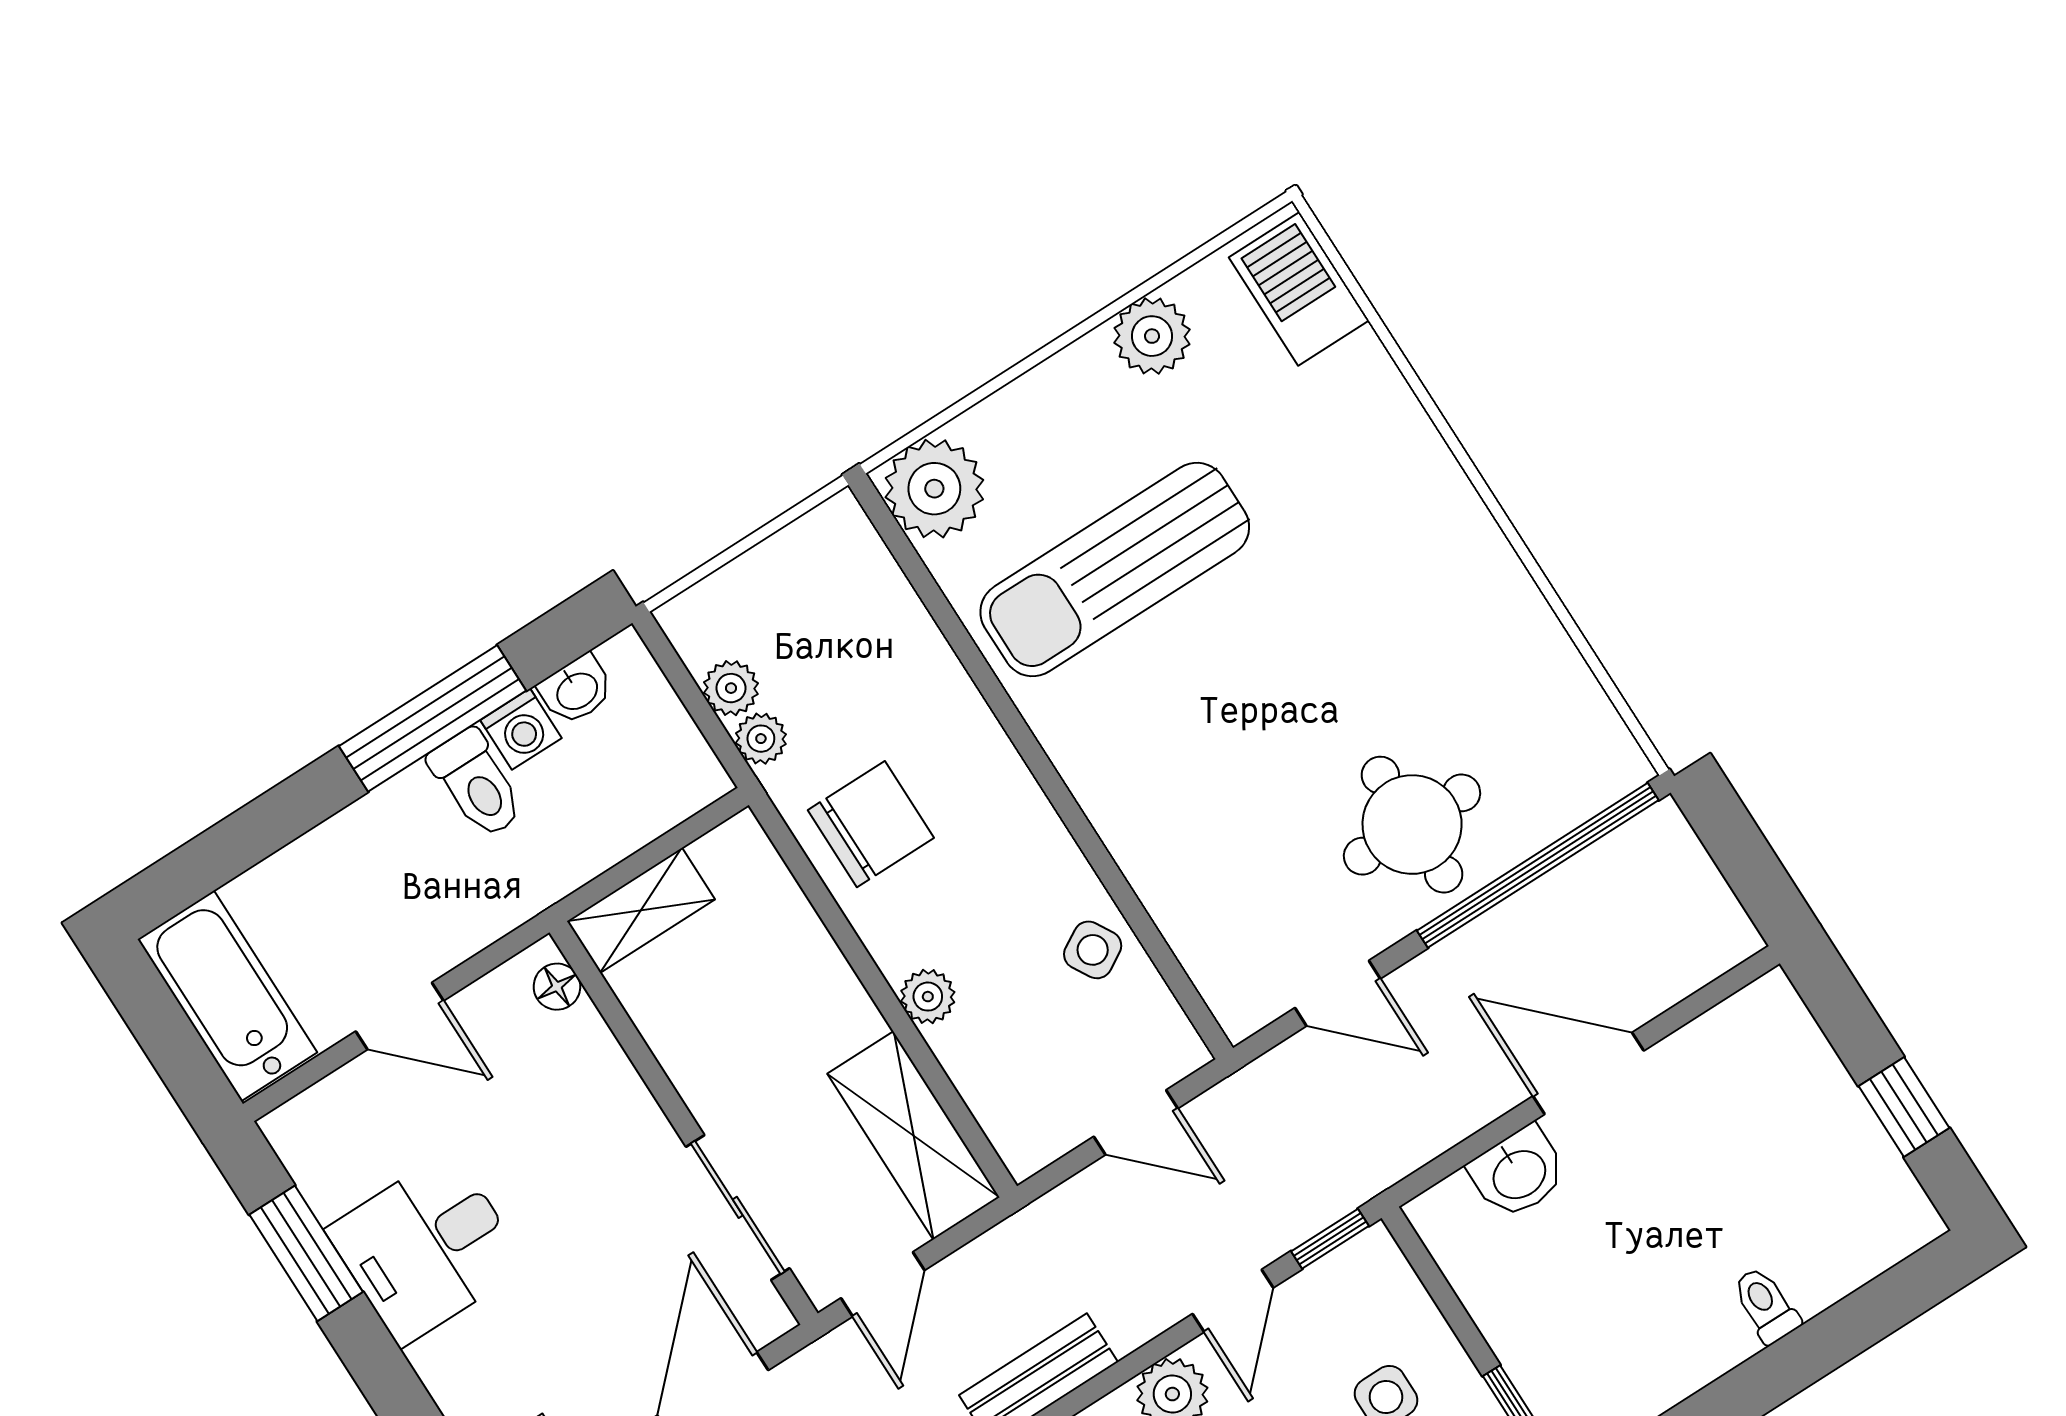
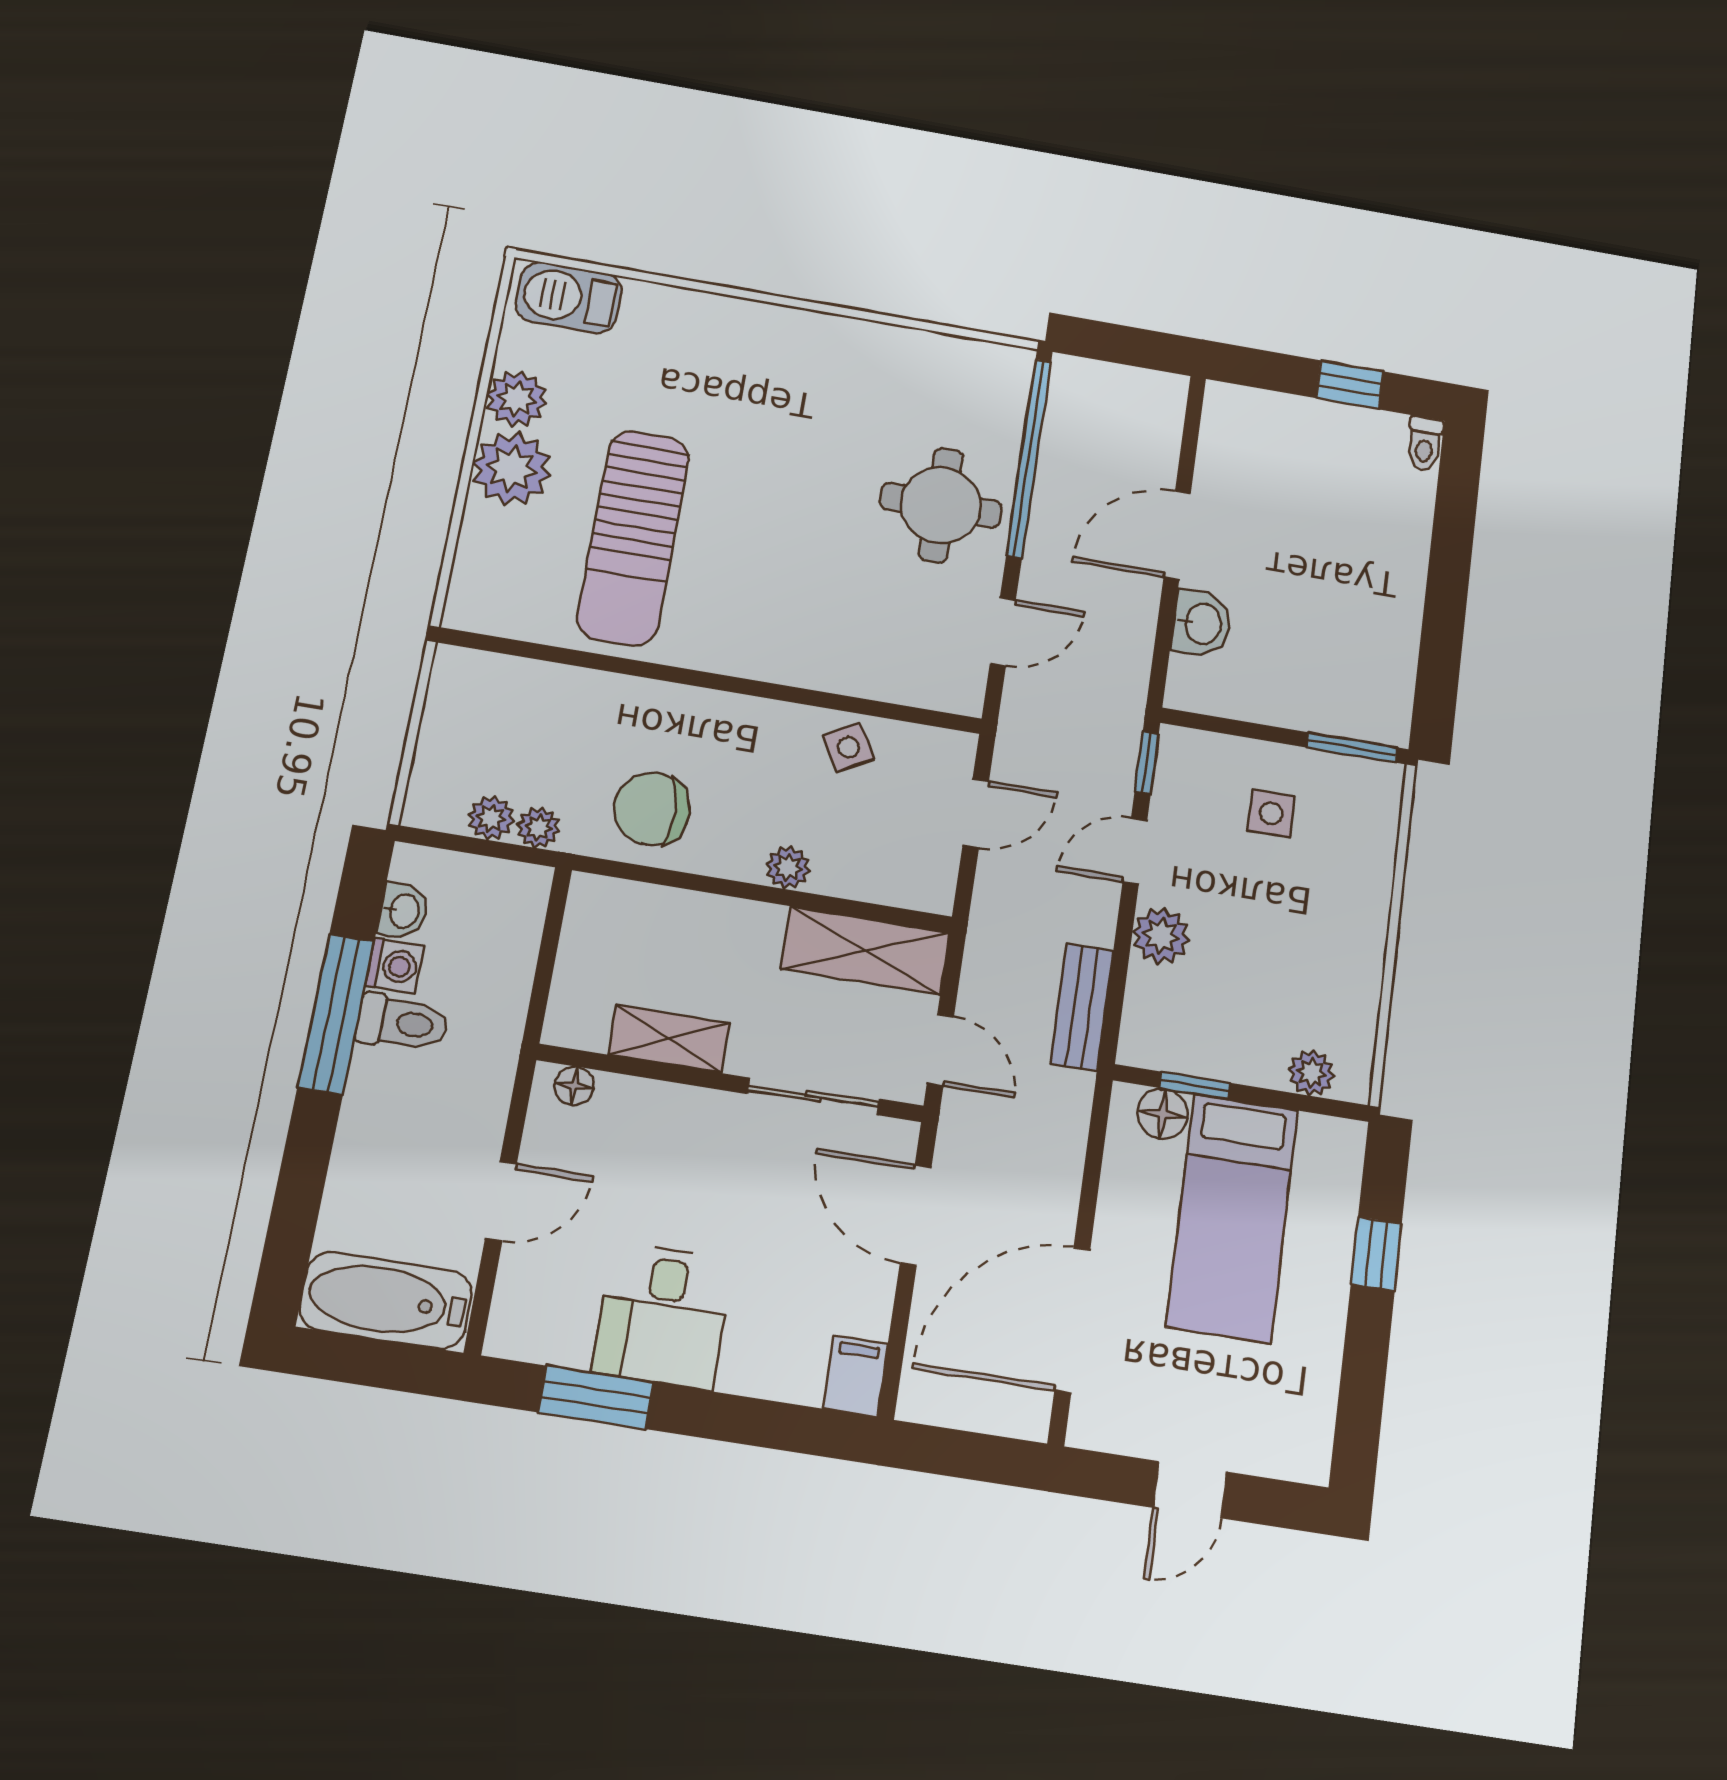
plant: (934, 489) -> (512, 469), moved
chair: (871, 824) -> (652, 809), turned -92
shelving: (641, 910) -> (669, 1039), moved, turned 90
door: (1233, 1301) -> (1135, 851), swing flipped
toilet: (1766, 1305) -> (1425, 444), moved, turned -90

